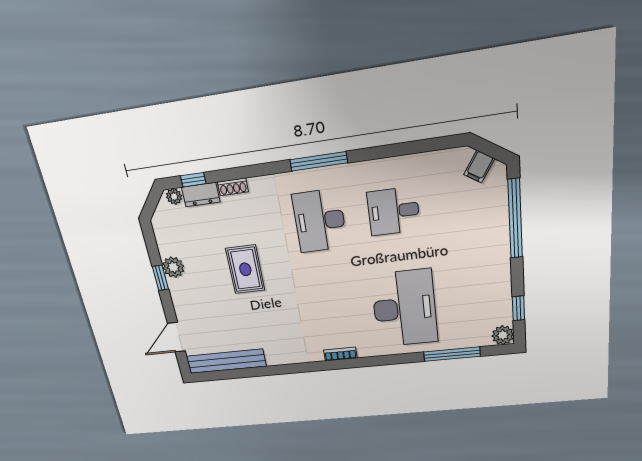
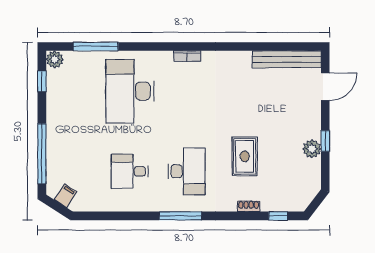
dresser: (201, 195) -> (275, 204), removed
plant: (174, 197) -> (297, 205), removed
desk: (393, 211) -> (130, 171), turned 180
rug: (245, 269) -> (245, 156), moved

